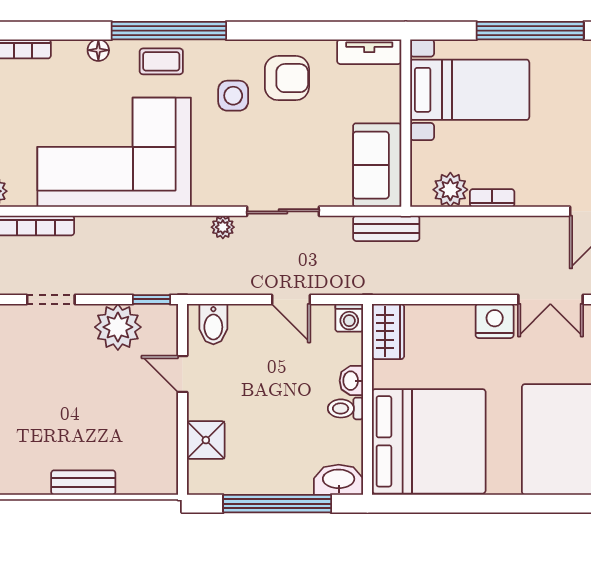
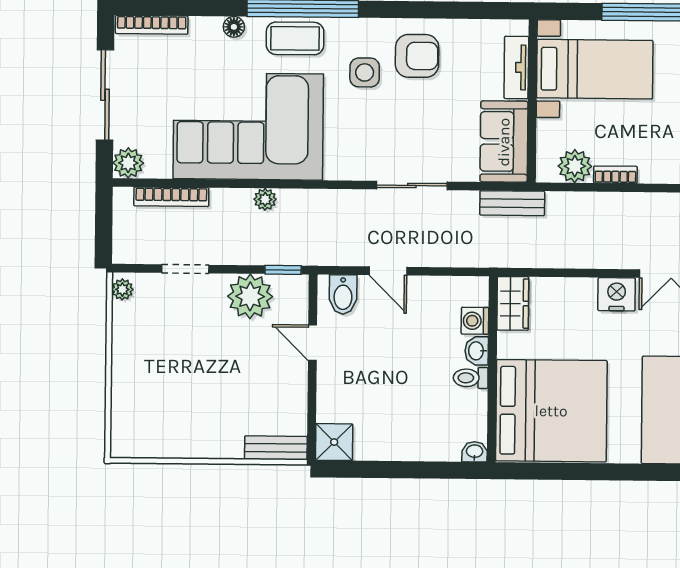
tv unit: (369, 52) -> (516, 67), moved, turned 90
coffee table: (161, 61) -> (295, 38), width x1.36, depth x1.30
plant: (223, 227) -> (265, 199), moved
door: (291, 299) -> (388, 271), moved
washing machine: (349, 318) -> (475, 321), moved, turned 90
shower: (206, 440) -> (334, 442), moved
washbasin: (339, 480) -> (475, 452), width x0.52, depth x0.69
bench: (83, 483) -> (276, 448), moved
window: (277, 504) -> (403, 470), removed

